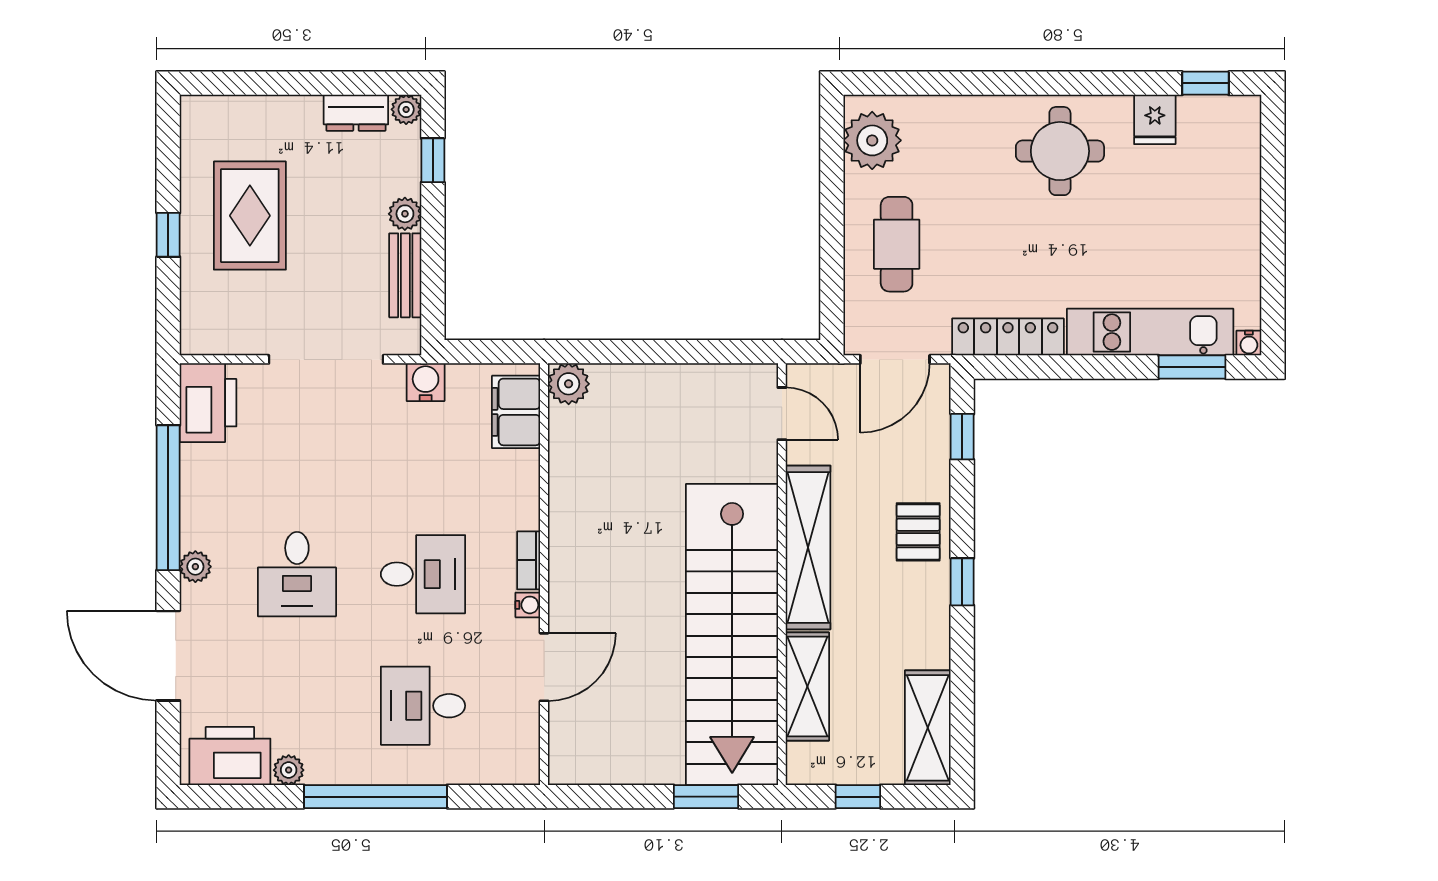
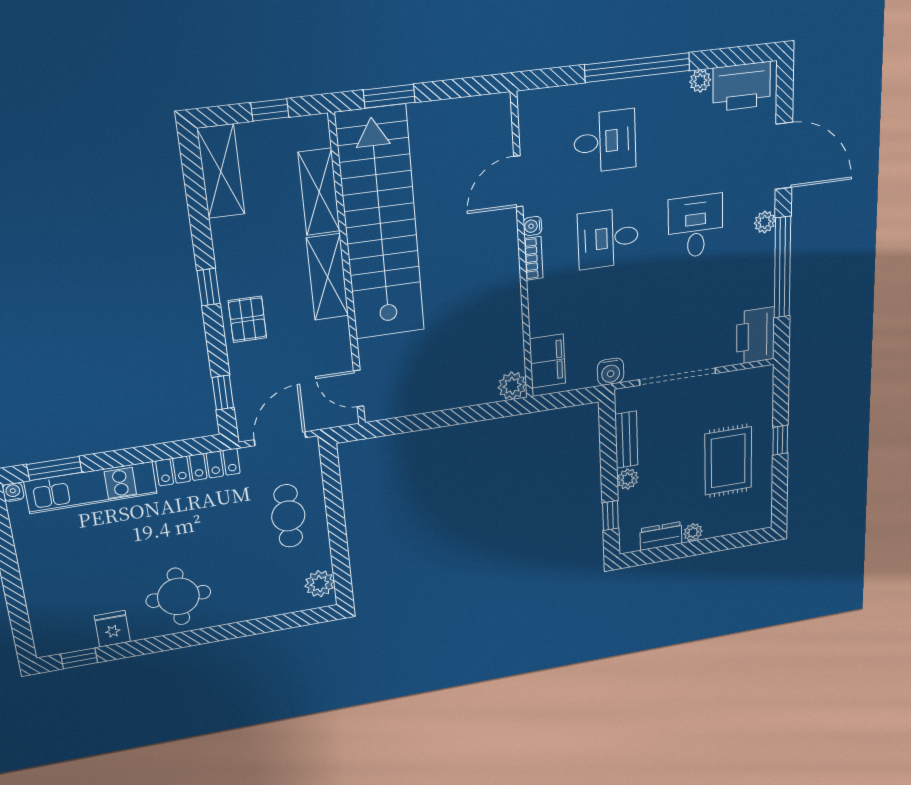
plant: (406, 109) -> (693, 532), moved
plant: (872, 140) -> (320, 584), width x0.73, depth x0.73
shelving: (808, 547) -> (328, 277), width x0.68

